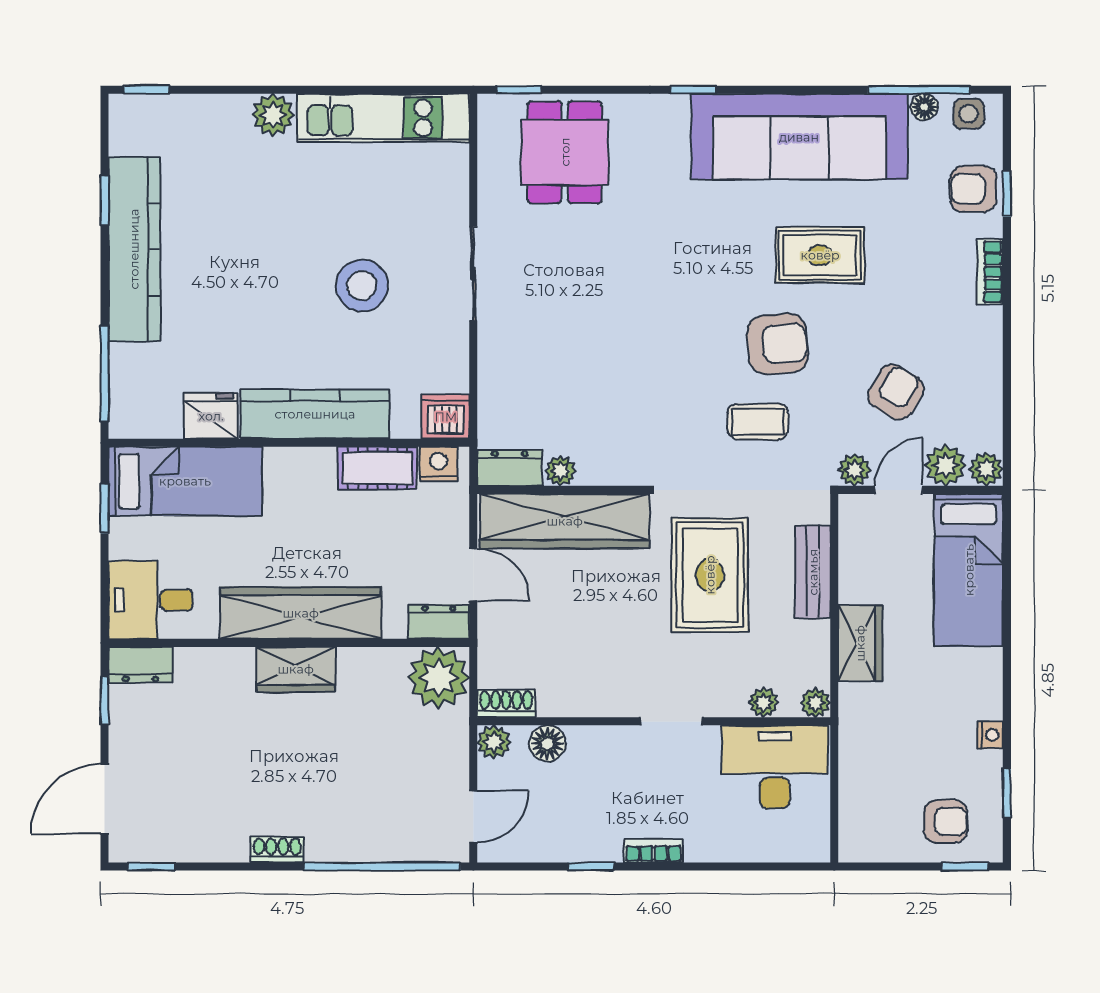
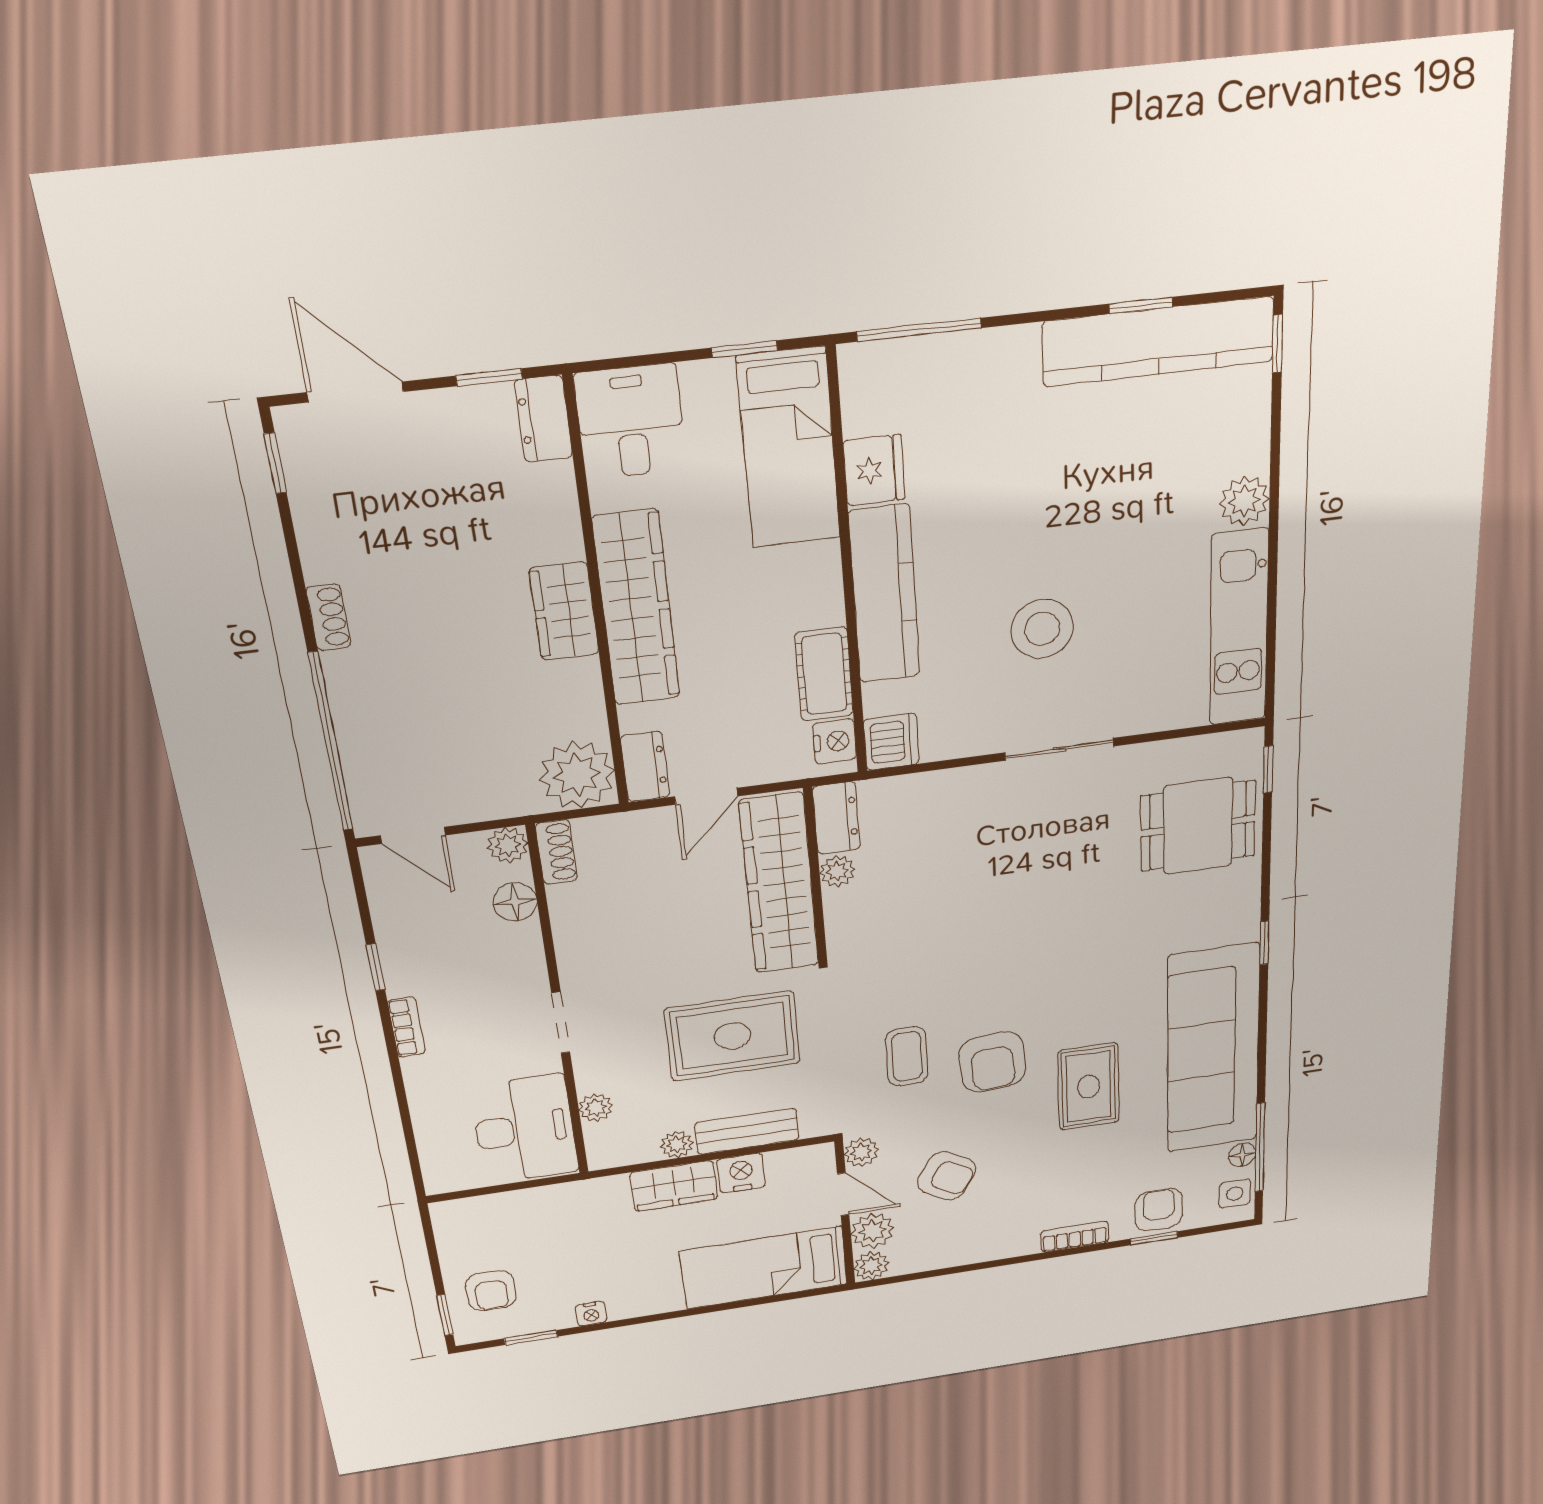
kitchen counter: (134, 249) -> (1159, 342), moved
nightstand: (857, 581) -> (741, 1173), added
plant: (816, 703) -> (677, 1145), moved

